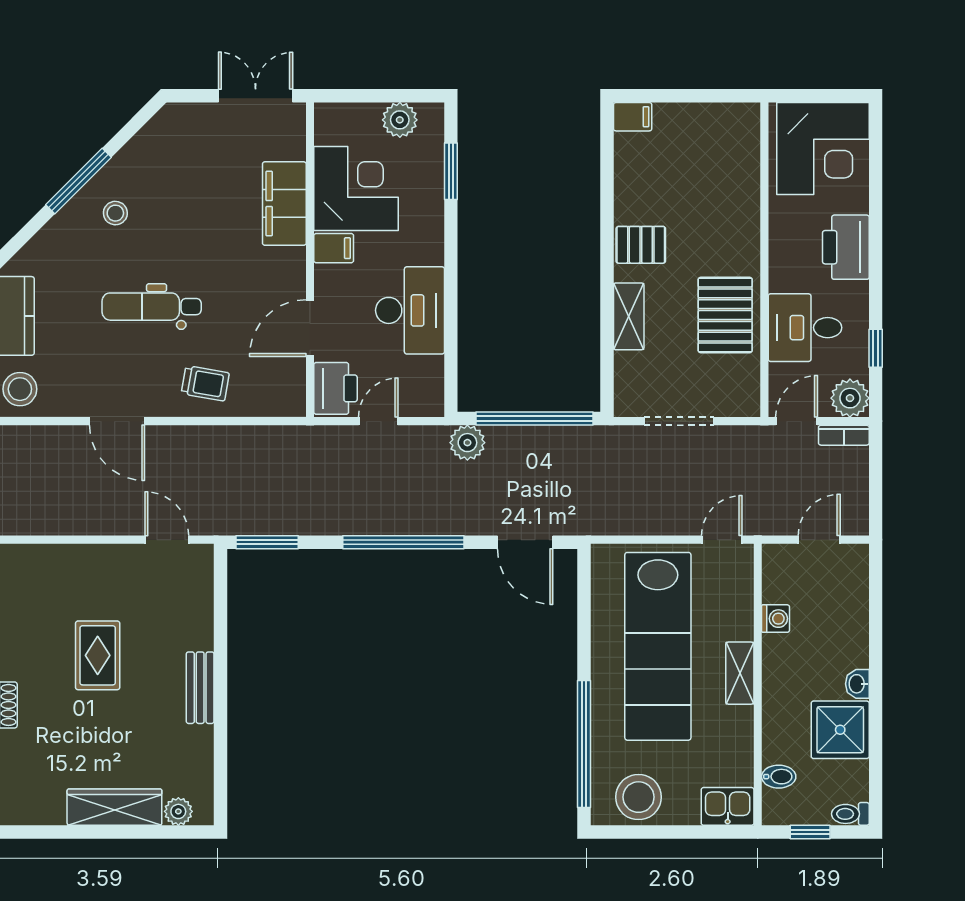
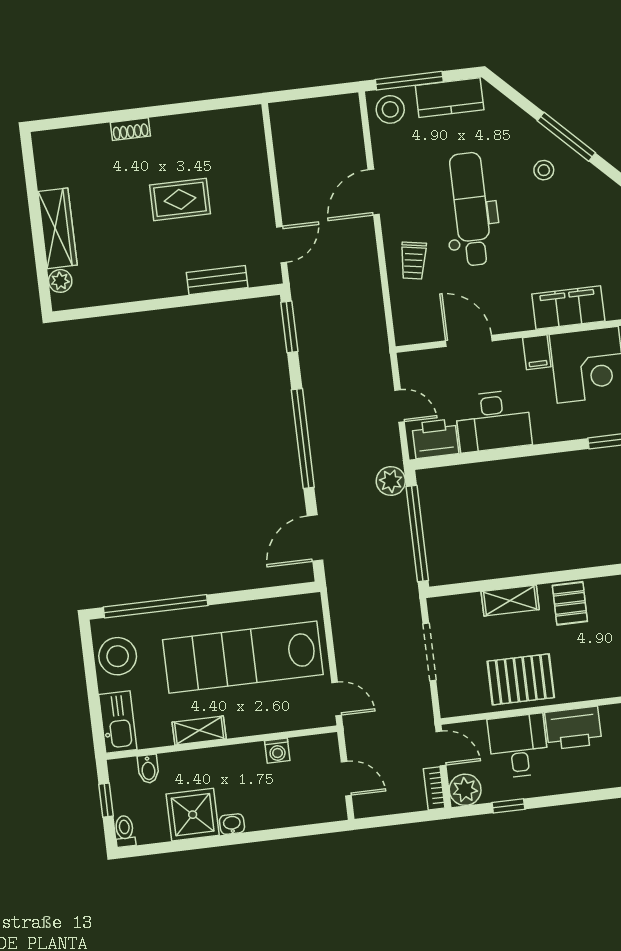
printer: (846, 247) -> (573, 728), moved, turned 180
dental chair: (152, 307) -> (471, 209), width x1.36, depth x1.38
printer: (335, 388) -> (435, 439), moved, turned 180
shelving: (740, 673) -> (199, 730), moved
bench: (200, 688) -> (217, 280), moved
kitchen sink: (728, 806) -> (118, 722), width x1.38

